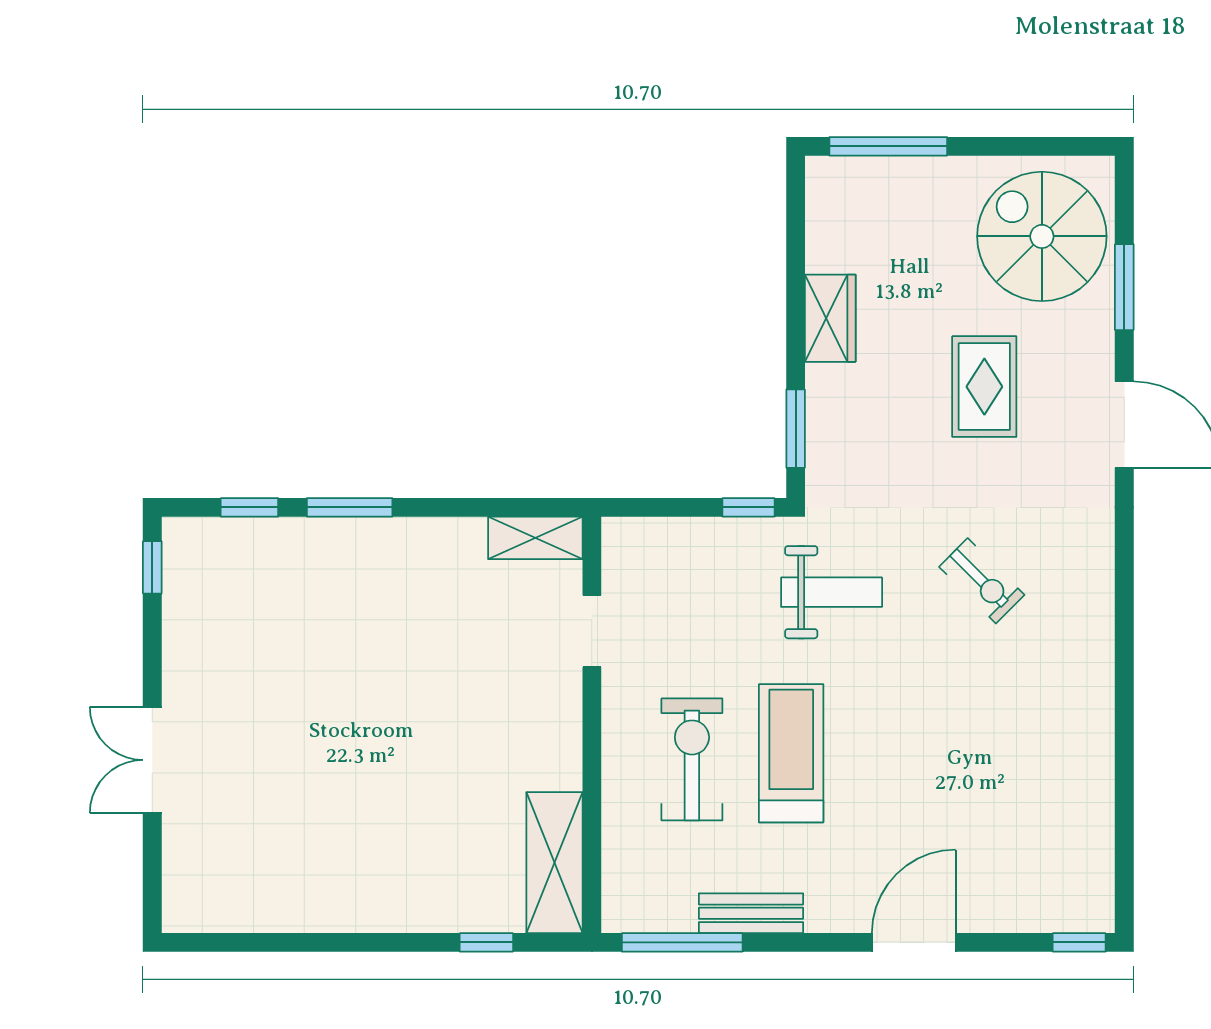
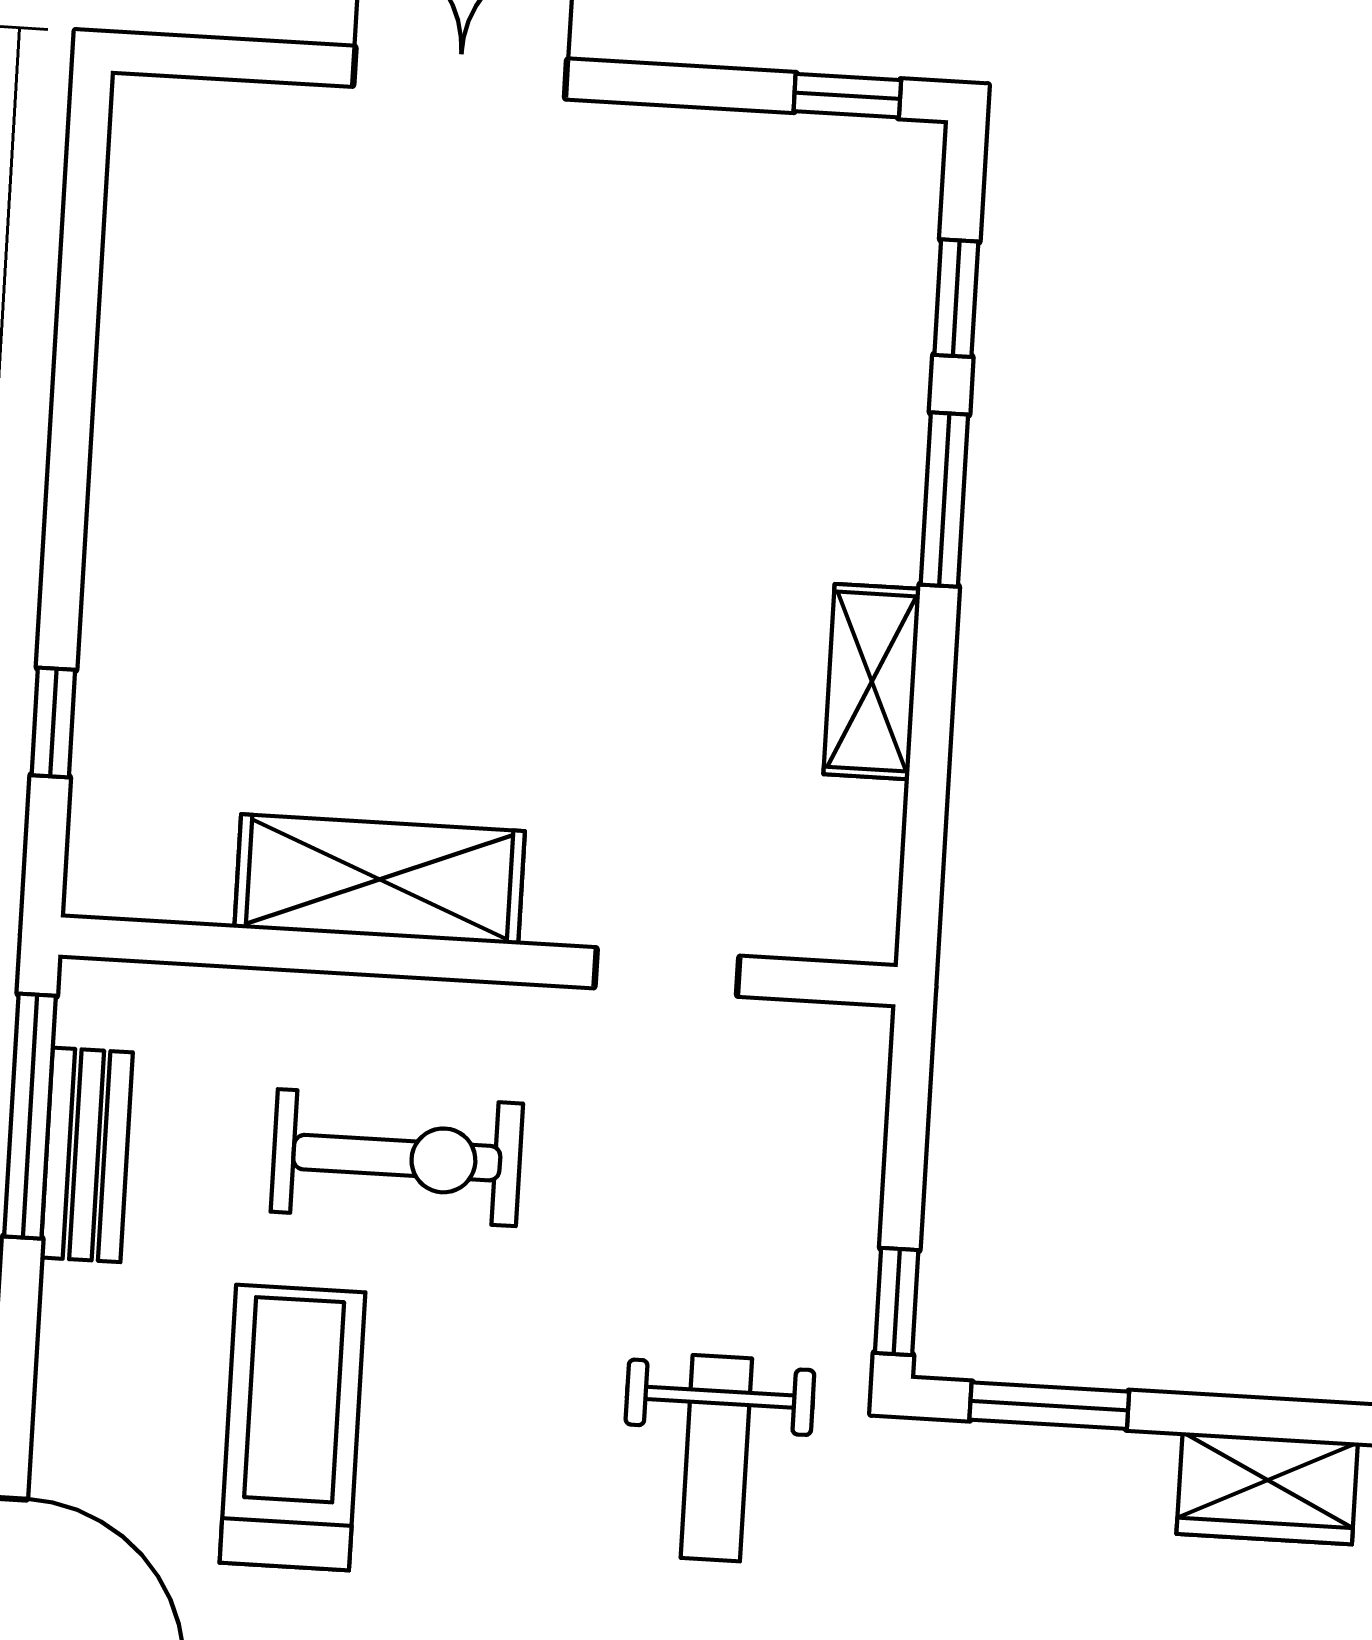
shelving: (535, 538) -> (872, 682), moved
treadmill: (791, 753) -> (293, 1428), moved, turned -90
shelving: (554, 863) -> (380, 879), moved
bench: (751, 913) -> (87, 1155), moved

